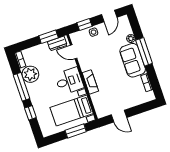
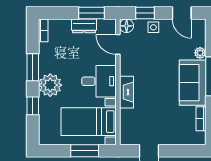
door: (109, 16) -> (182, 13), hinge flipped
floor lamp: (75, 37) -> (127, 26), added
dresser: (57, 43) -> (84, 26), moved
plant: (30, 74) -> (50, 85), moved
window: (22, 87) -> (33, 67), width x0.69

